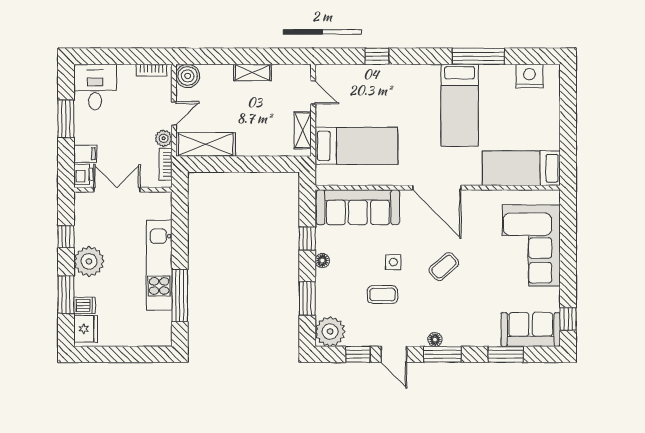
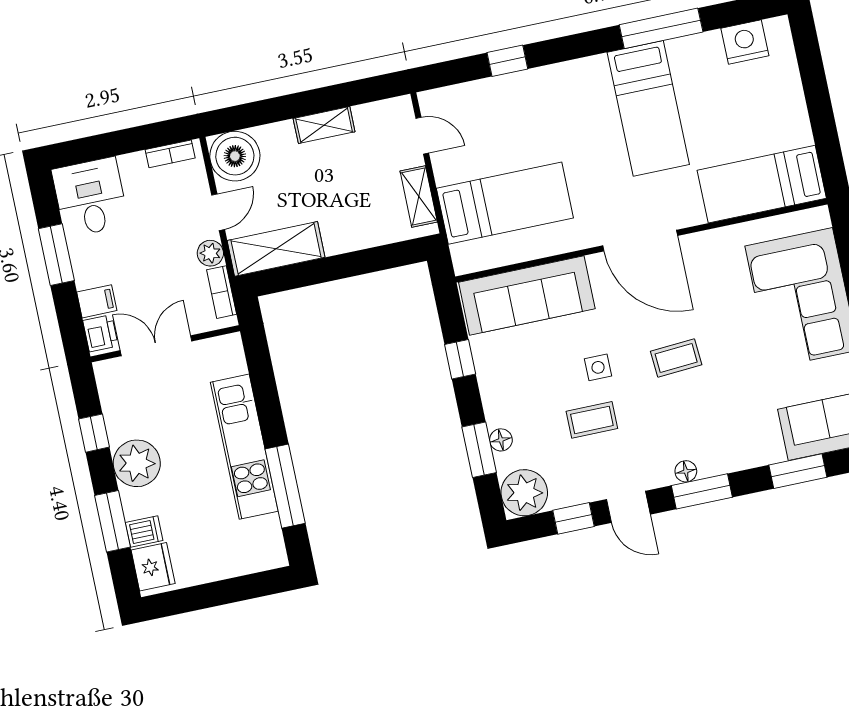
boiler: (188, 76) -> (235, 156), width x1.37, depth x1.37
floor lamp: (322, 261) -> (501, 440), moved
coffee table: (444, 267) -> (676, 358), turned 38

